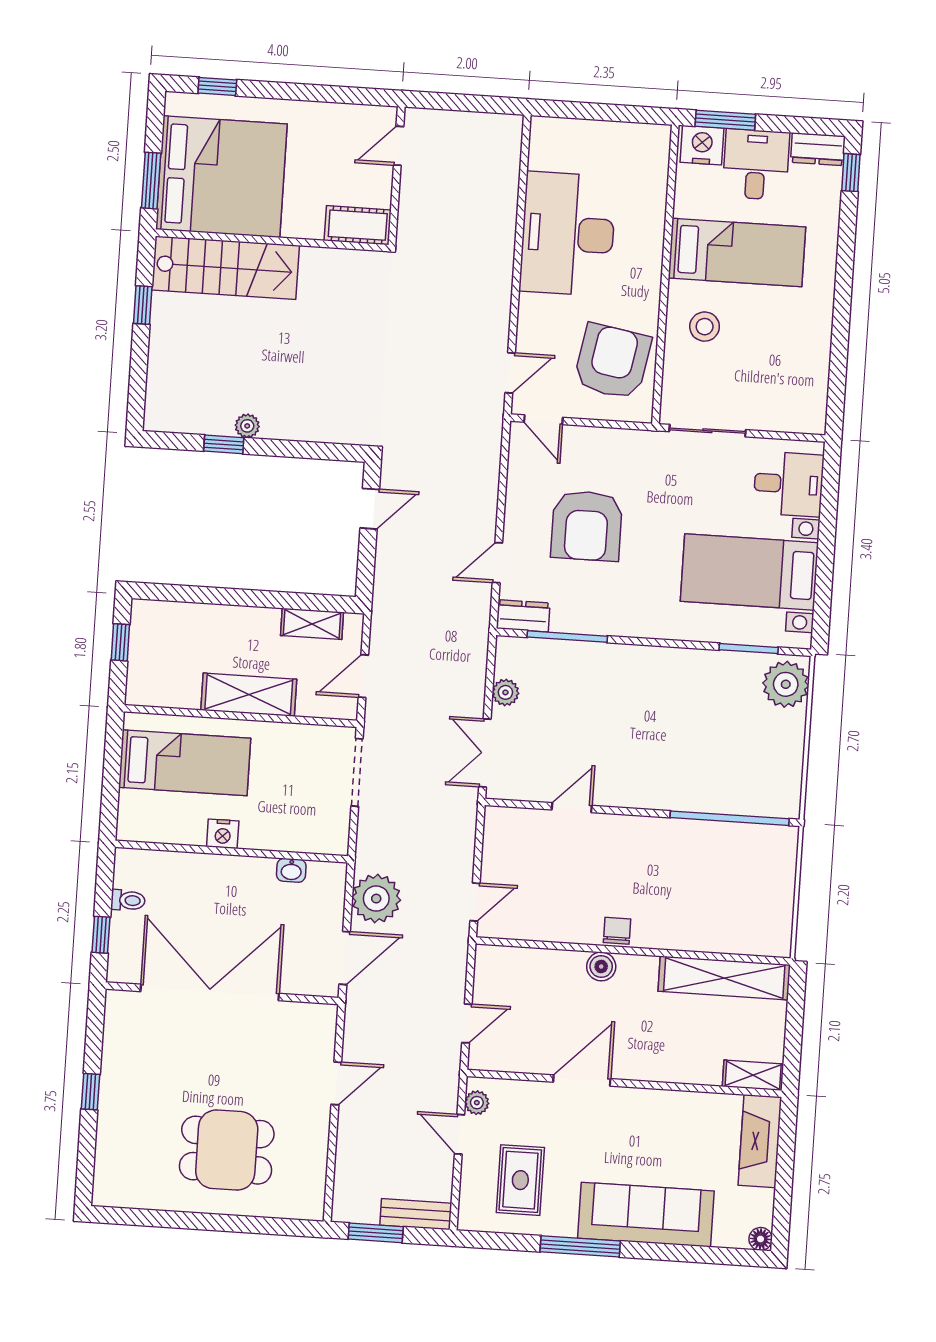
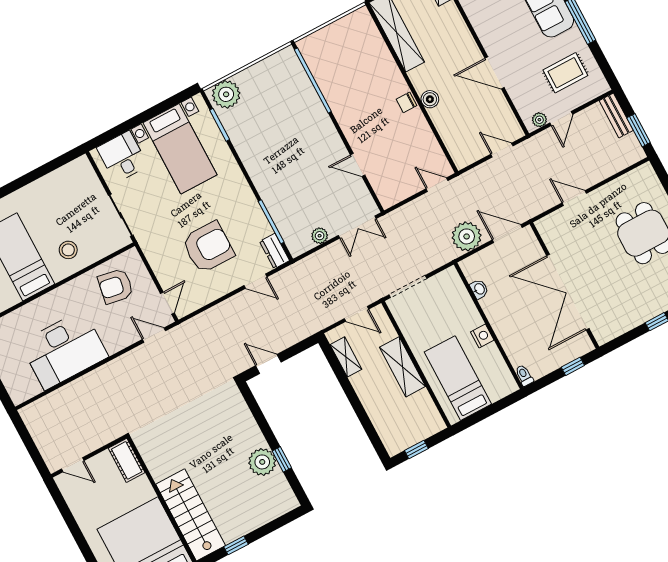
armchair: (612, 361) -> (115, 286), width x0.73, depth x0.73
plant: (247, 426) -> (262, 462), width x1.87, depth x1.87
toilet: (128, 900) -> (524, 375), moved

